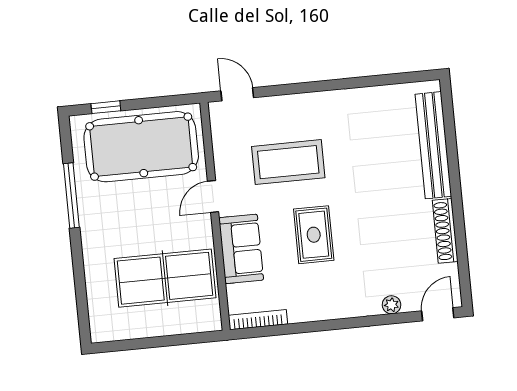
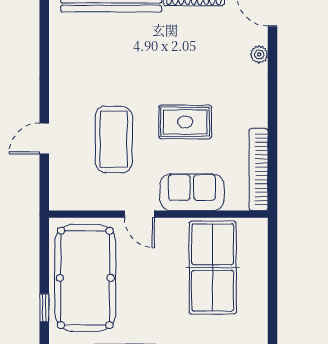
door: (237, 94) -> (44, 139), moved
bookcase: (258, 320) -> (259, 170), width x1.48, depth x1.31

